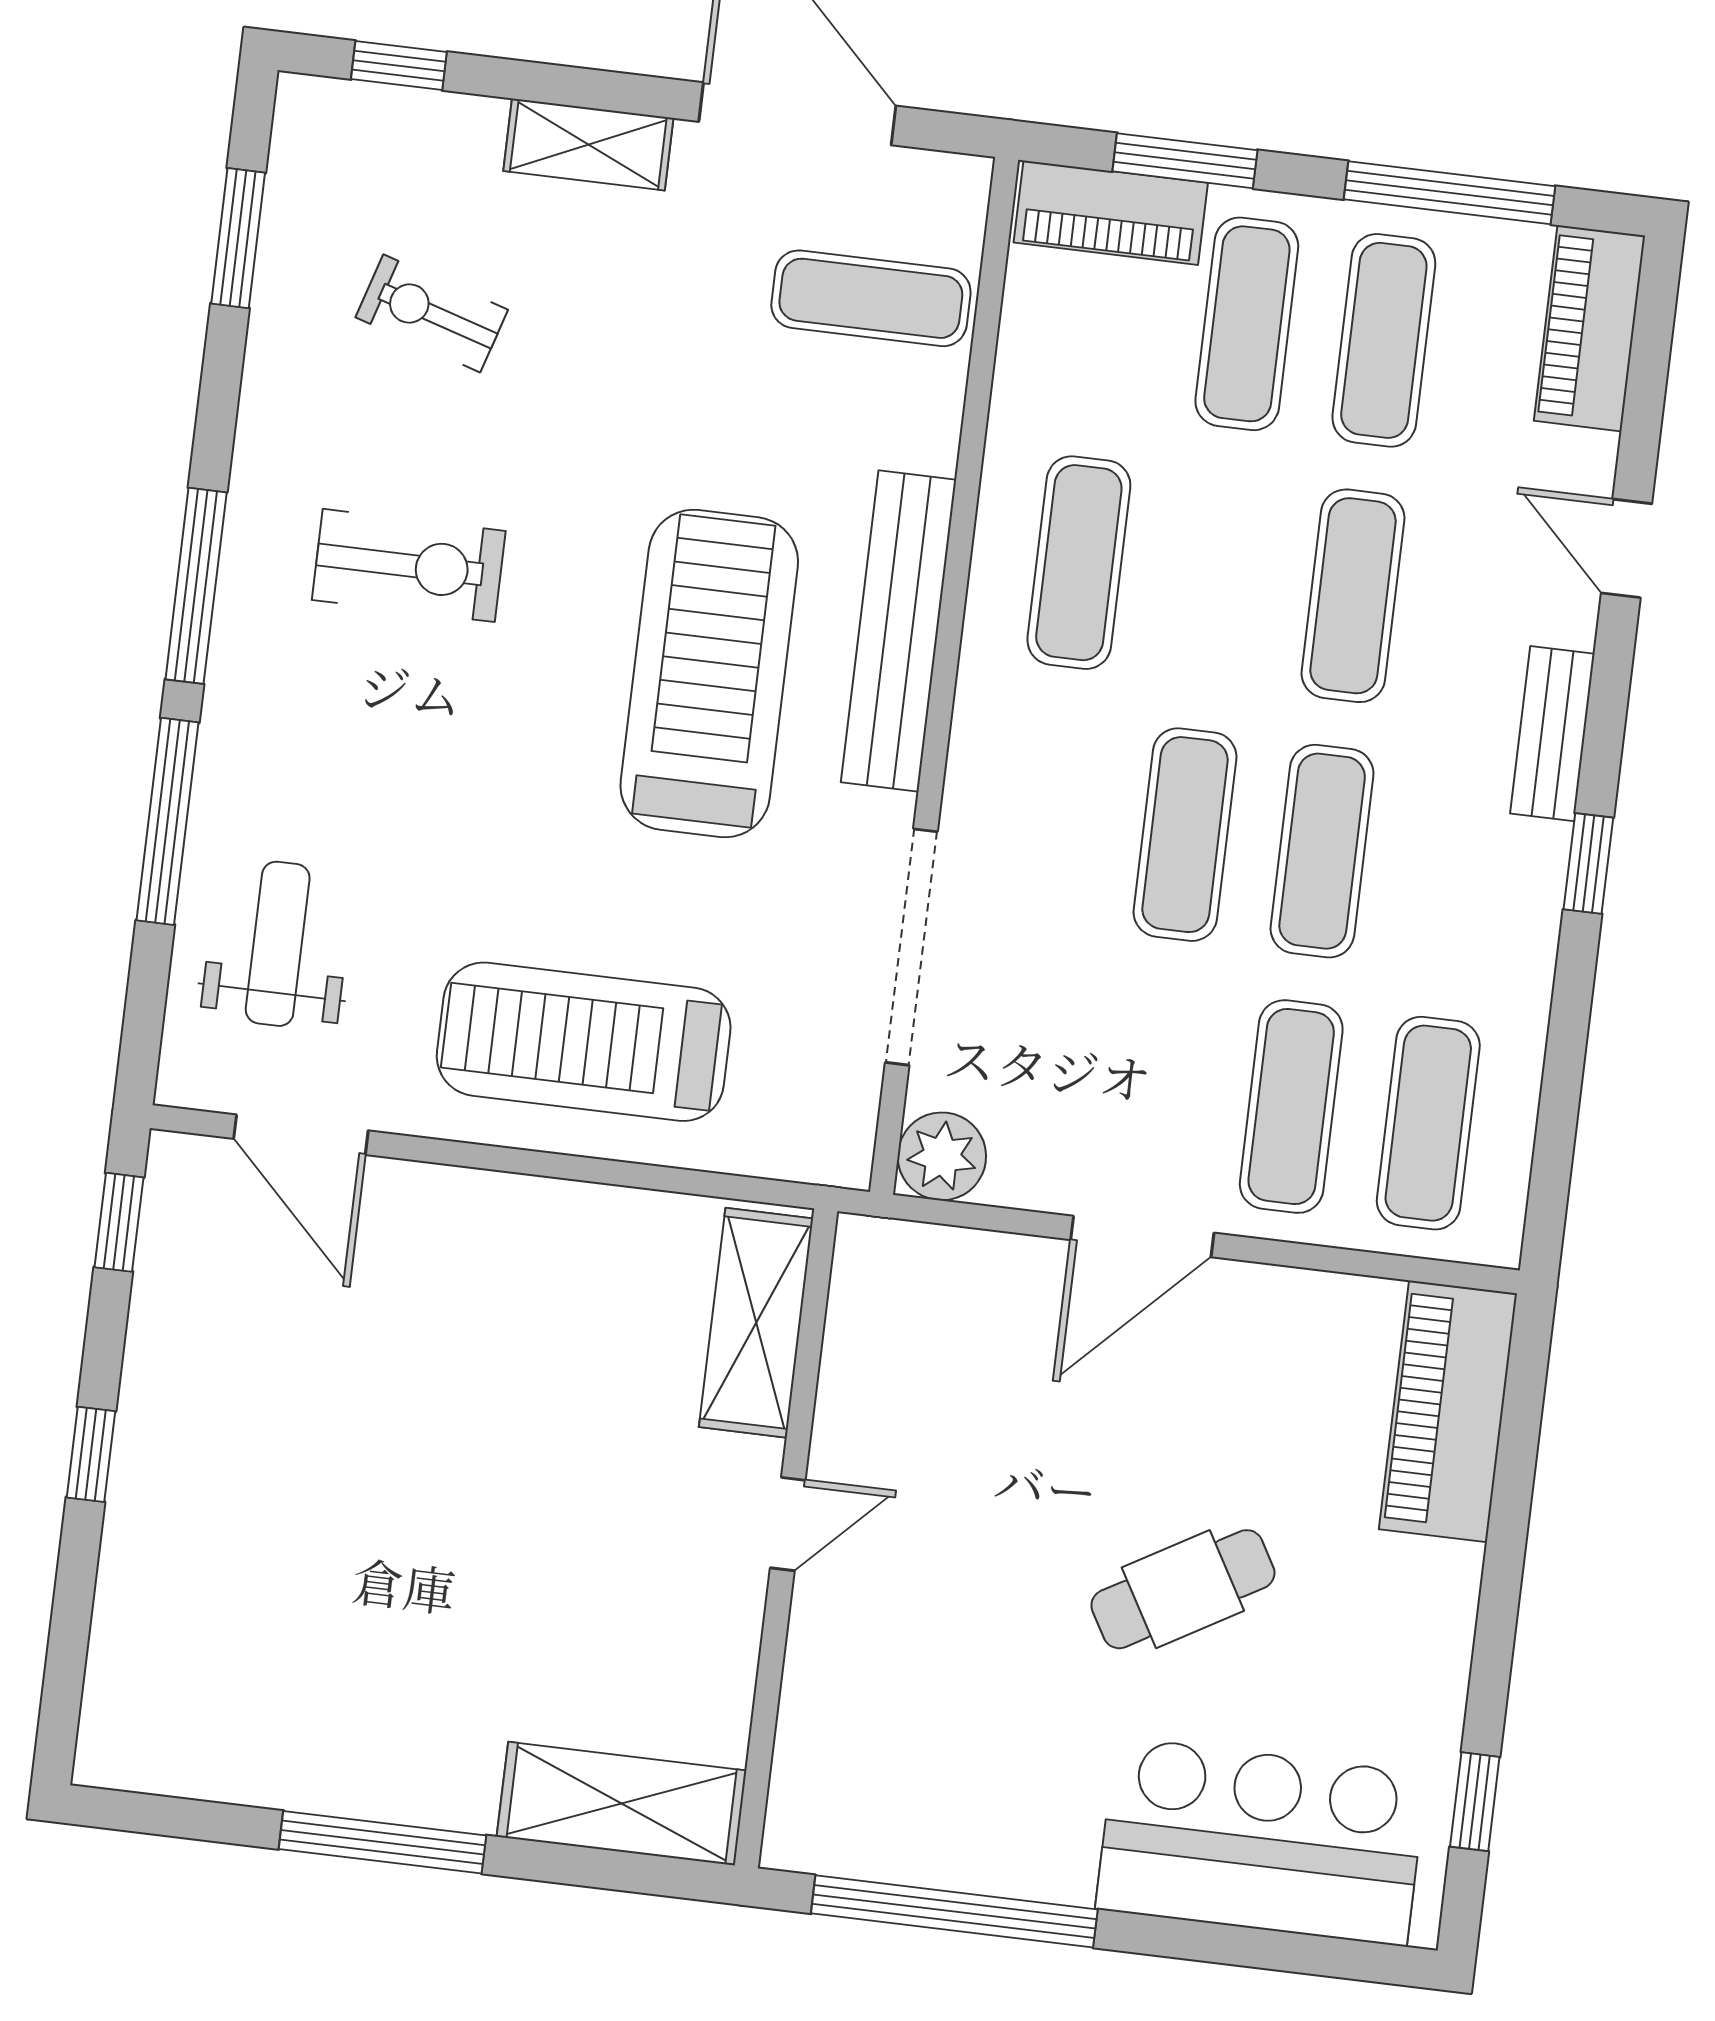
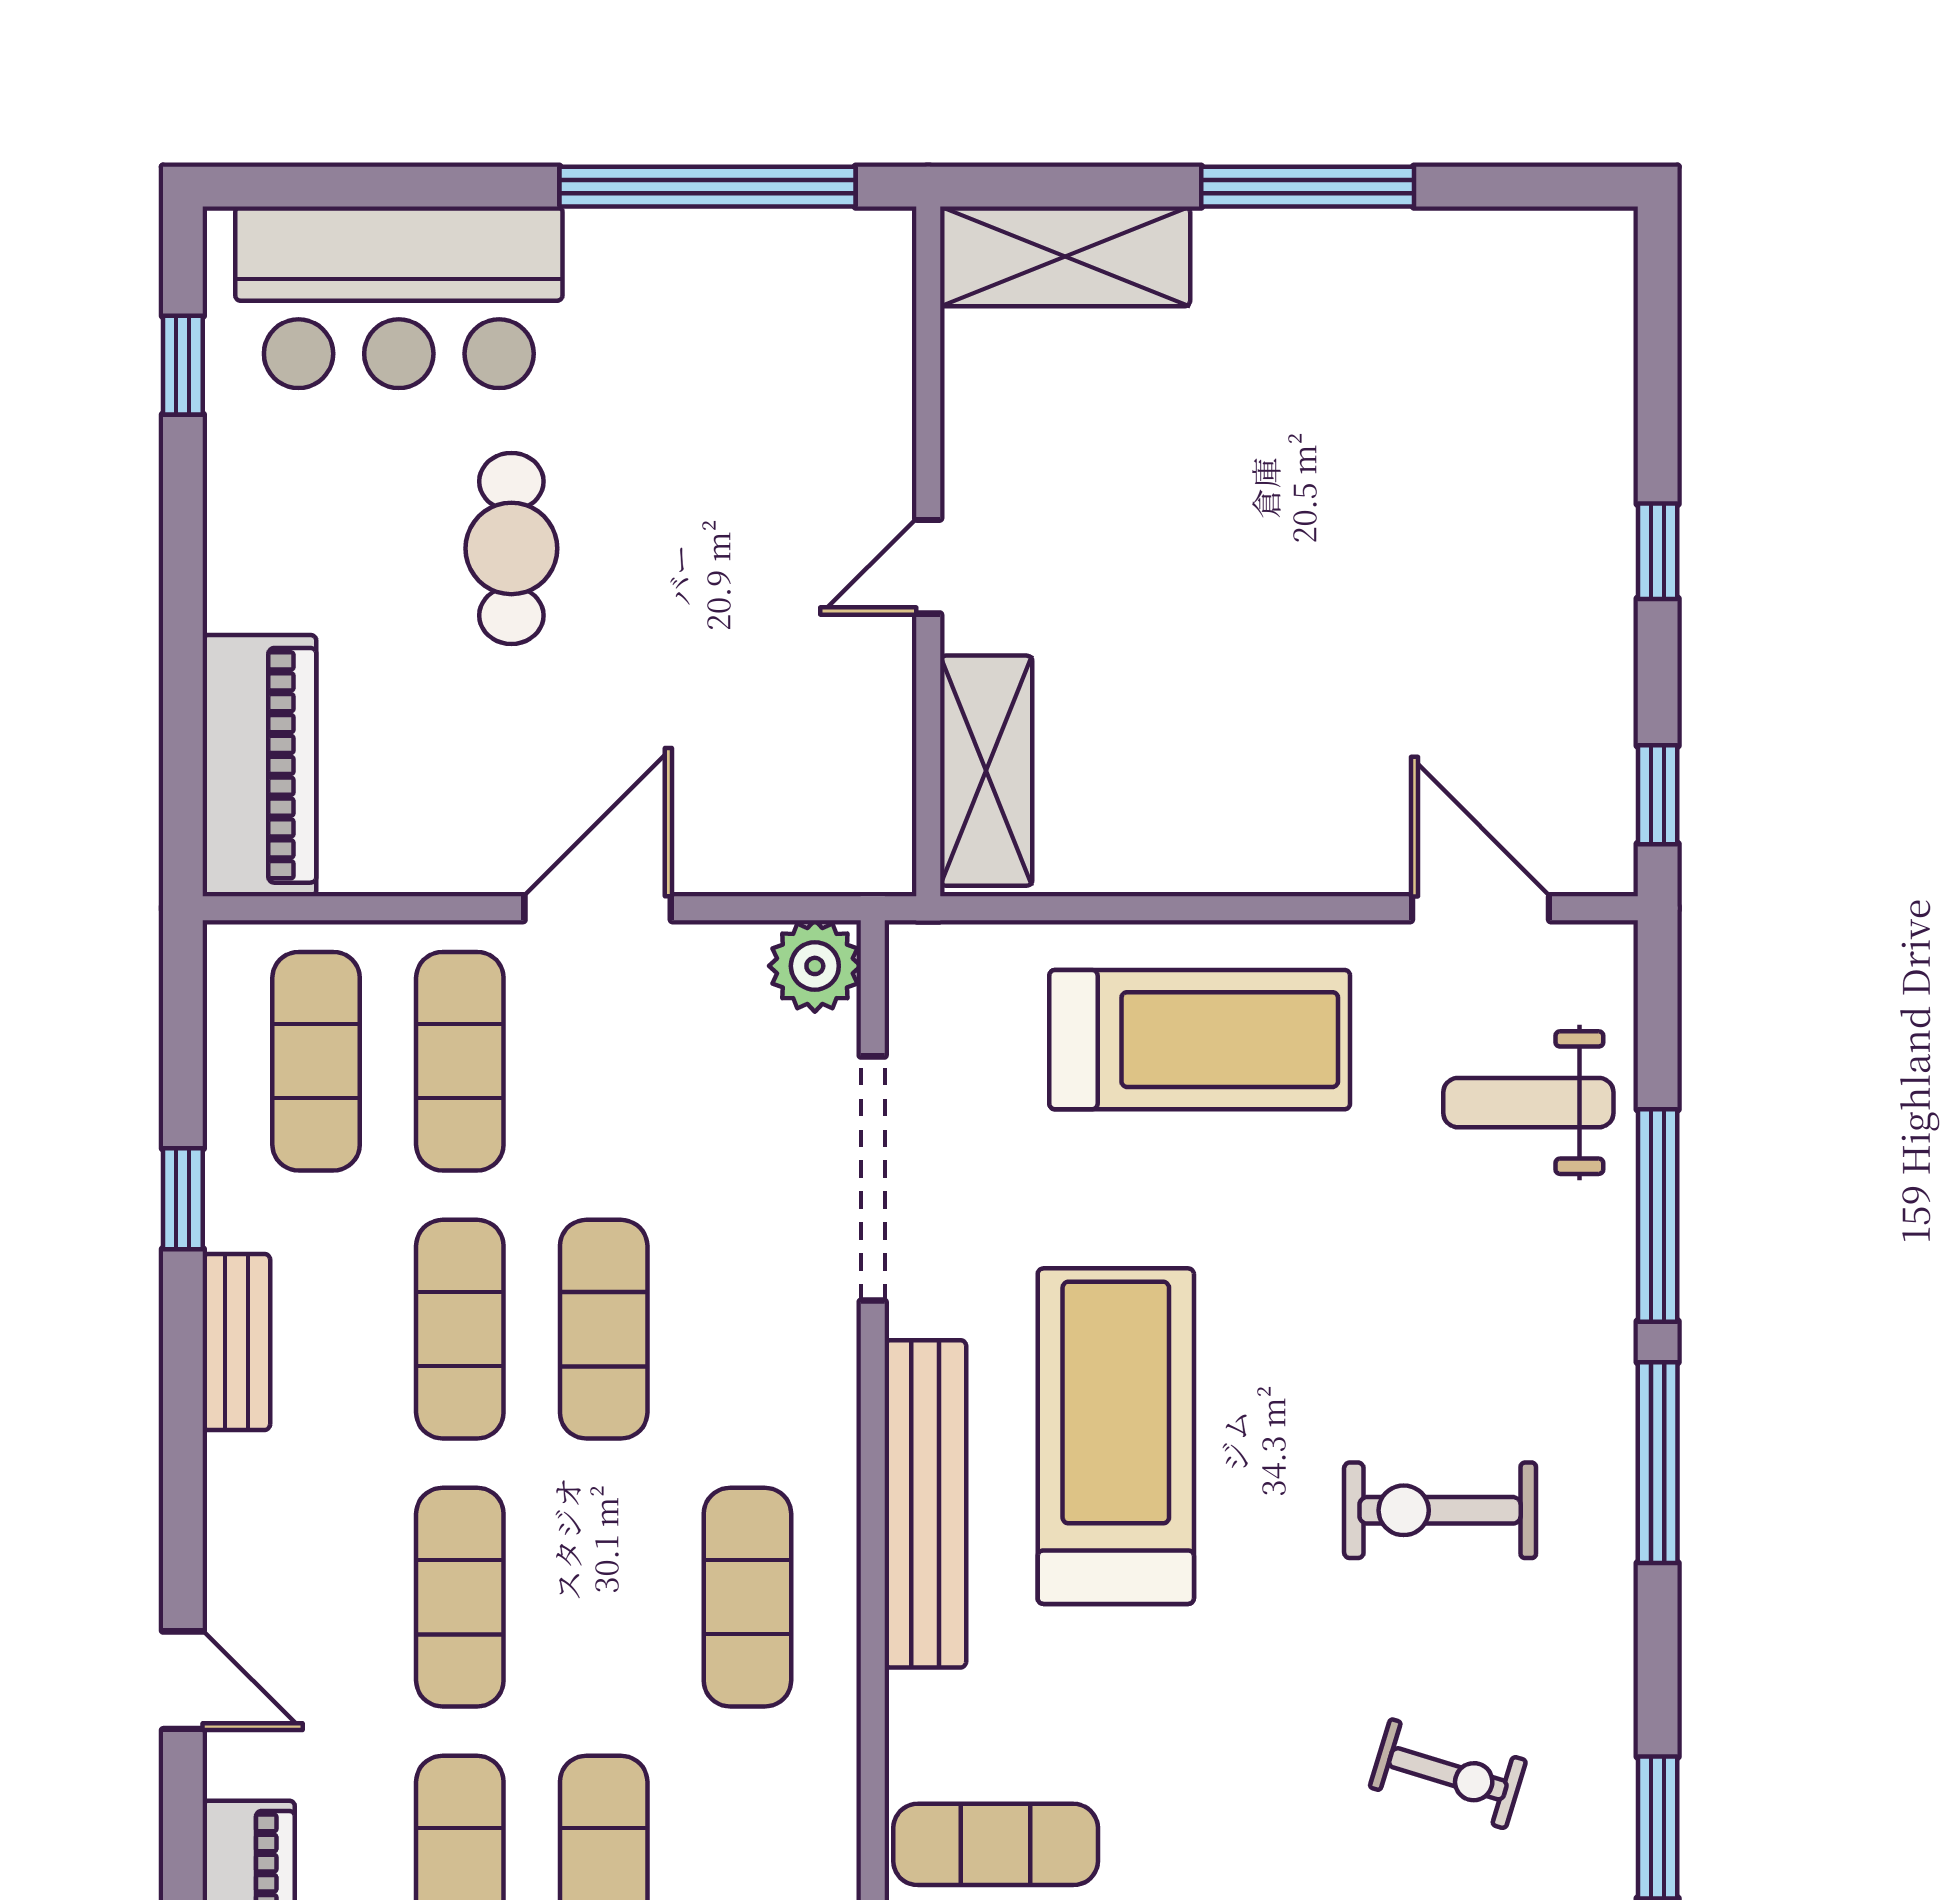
treadmill: (709, 674) -> (1116, 1436), turned 180
bench: (1552, 734) -> (236, 1342), moved
window: (1588, 864) -> (183, 1199), moved
weight bench: (278, 944) -> (1528, 1103), turned 90
cafe table: (1183, 1589) -> (511, 548), turned -60

